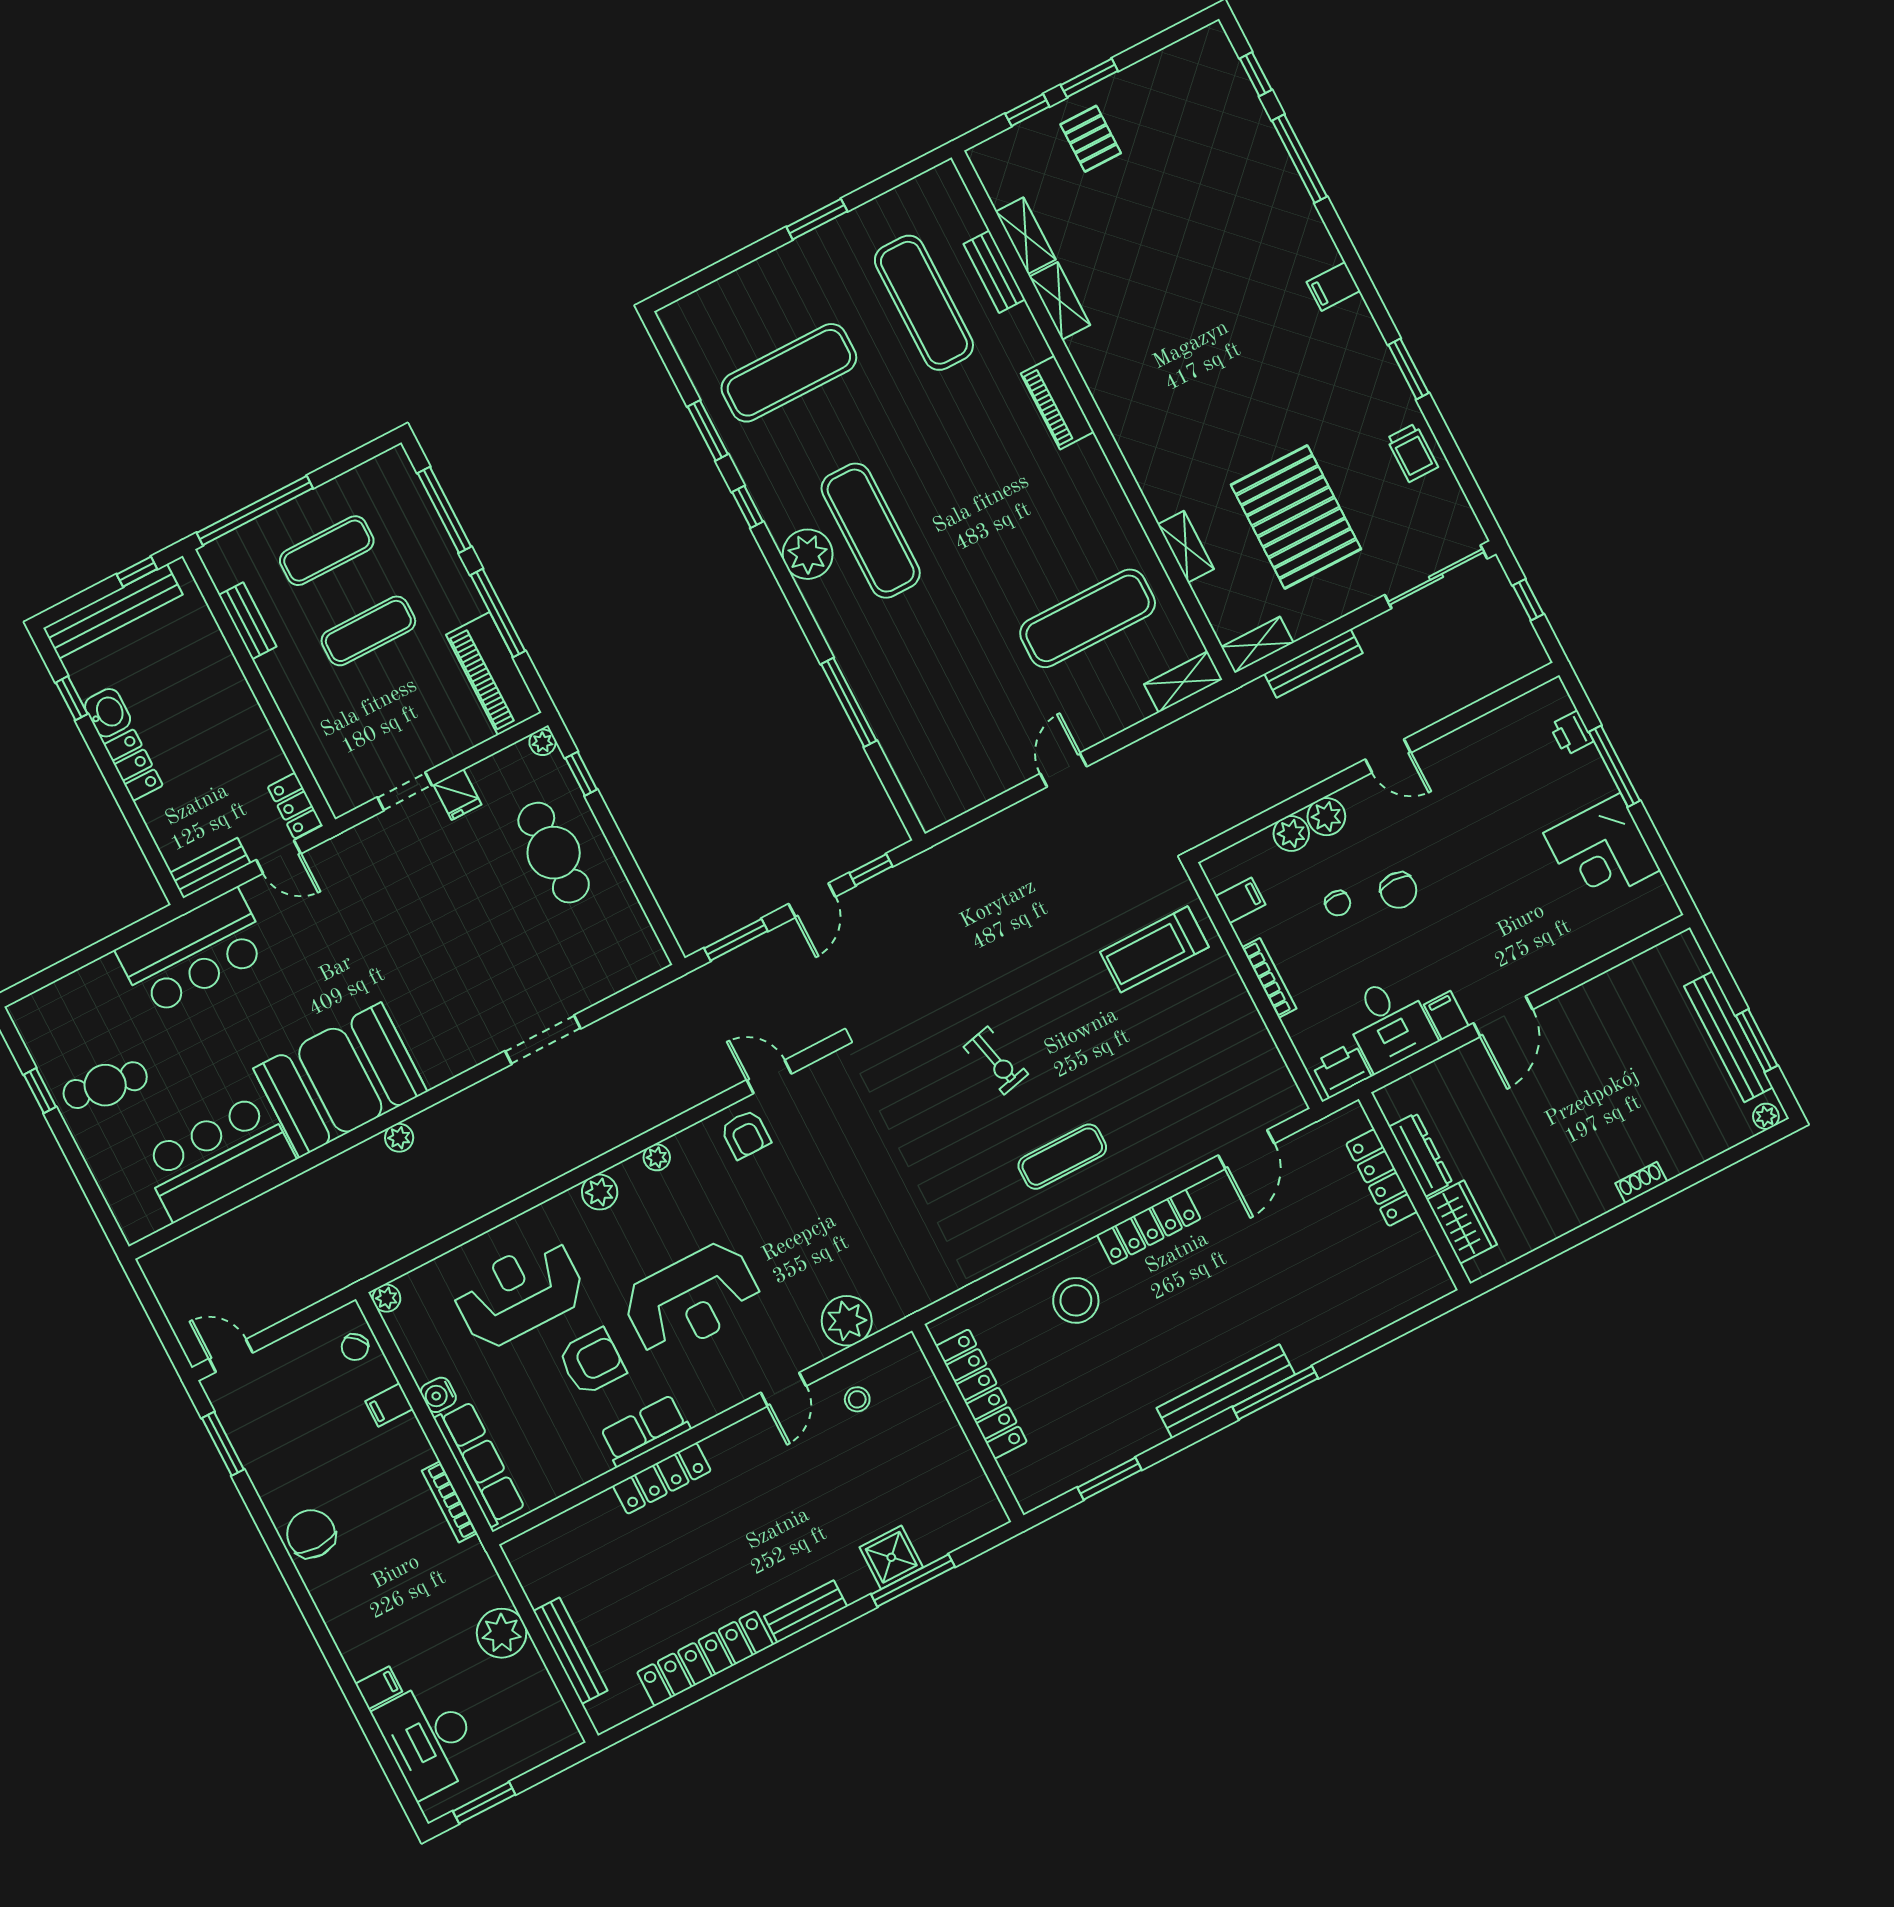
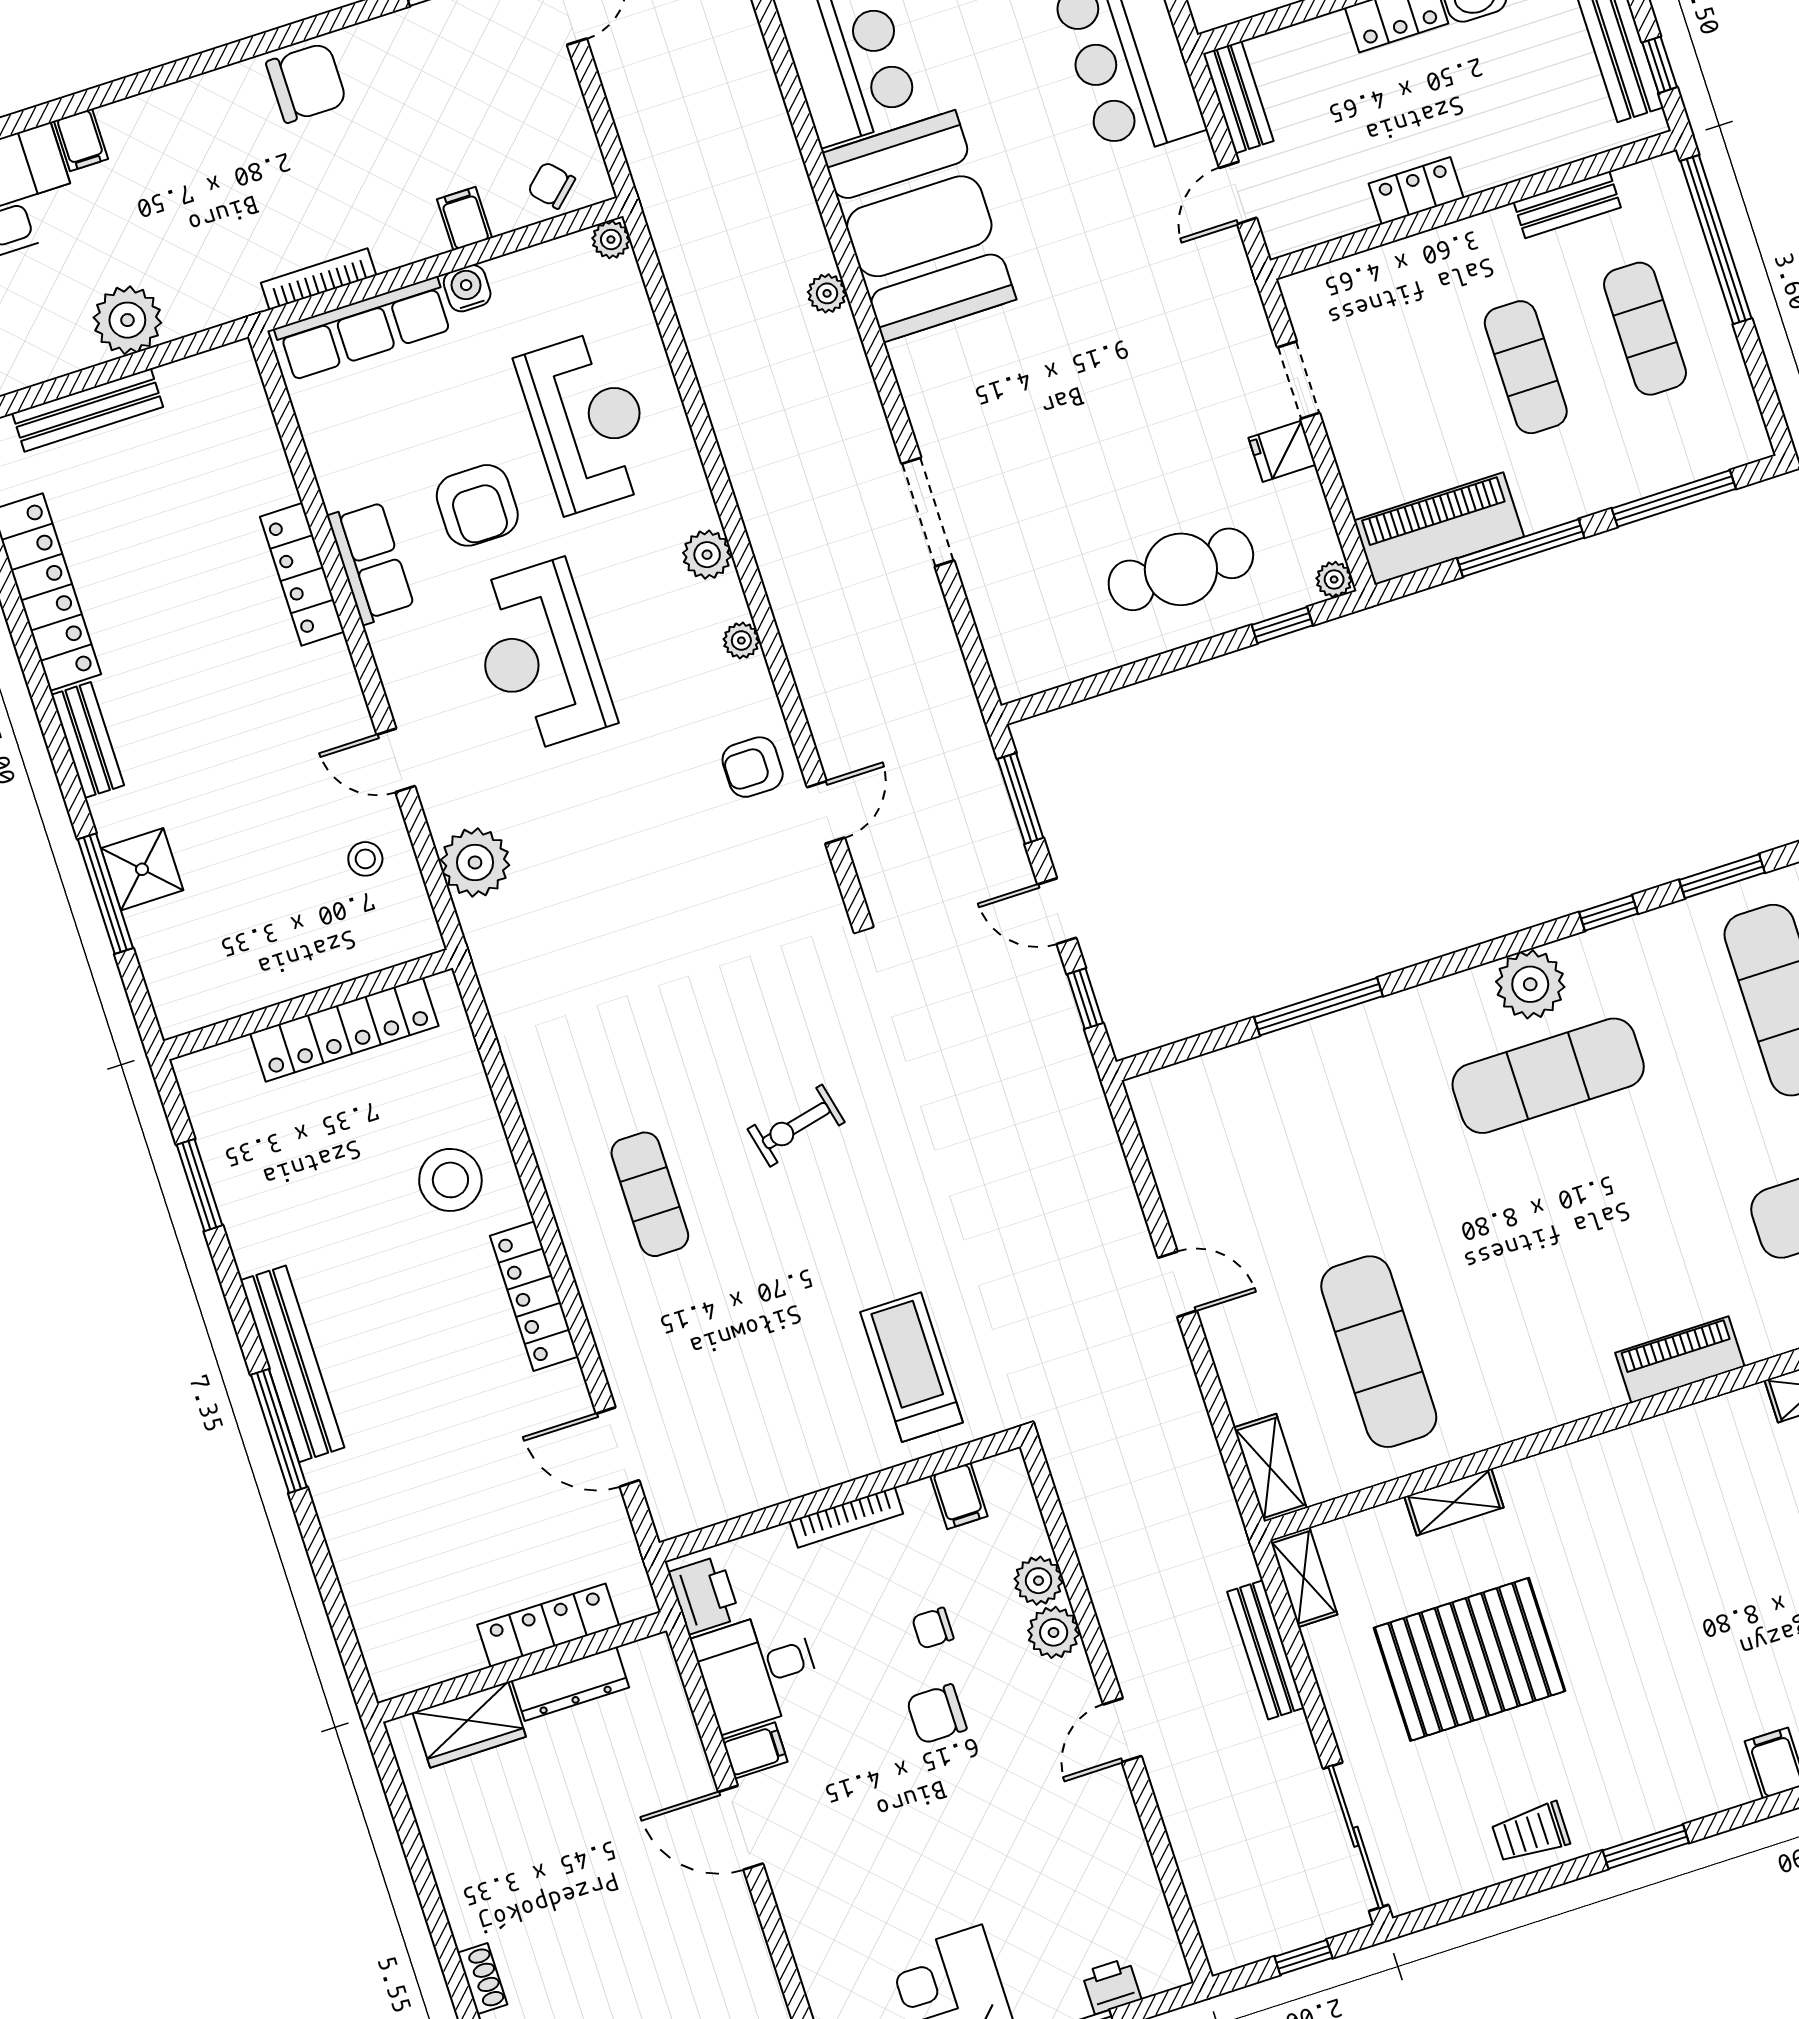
locker: (295, 806) -> (1416, 191), moved

